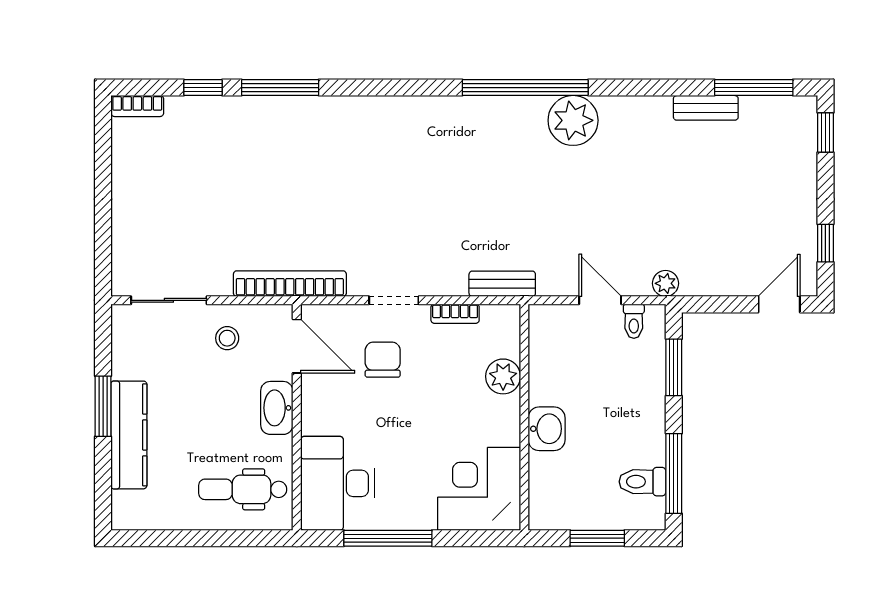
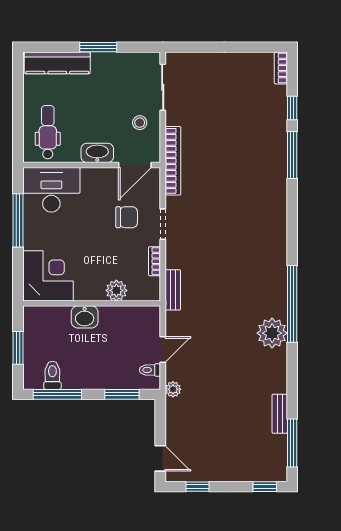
kitchen counter: (129, 435) -> (57, 63), moved

